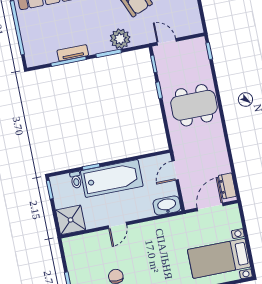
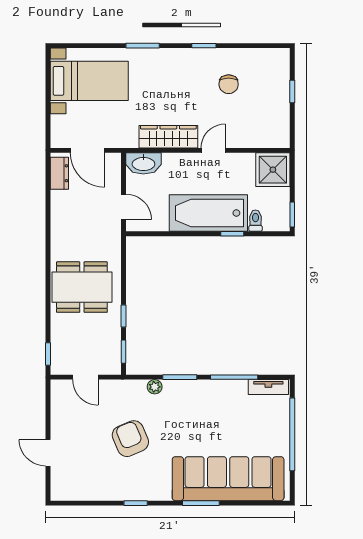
plant: (120, 39) -> (155, 387), width x0.53, depth x0.53
door: (167, 42) -> (85, 377), moved
tv unit: (73, 53) -> (268, 387), moved
door: (175, 170) -> (124, 207), hinge flipped
door: (210, 207) -> (87, 150), hinge flipped
wardrobe: (152, 229) -> (168, 137), added

